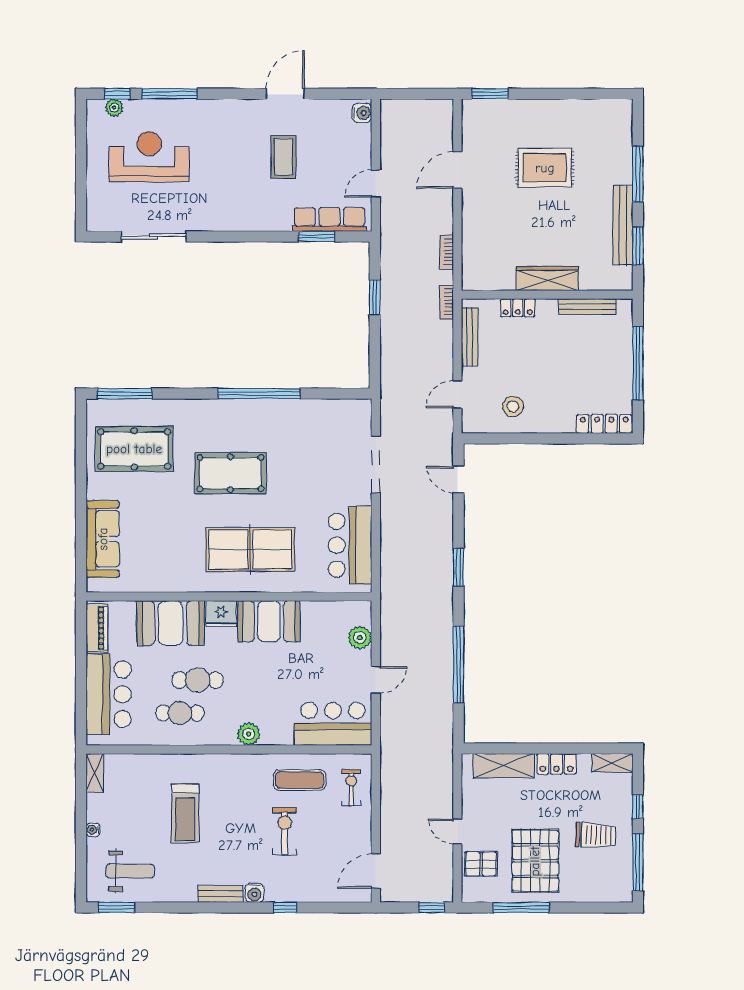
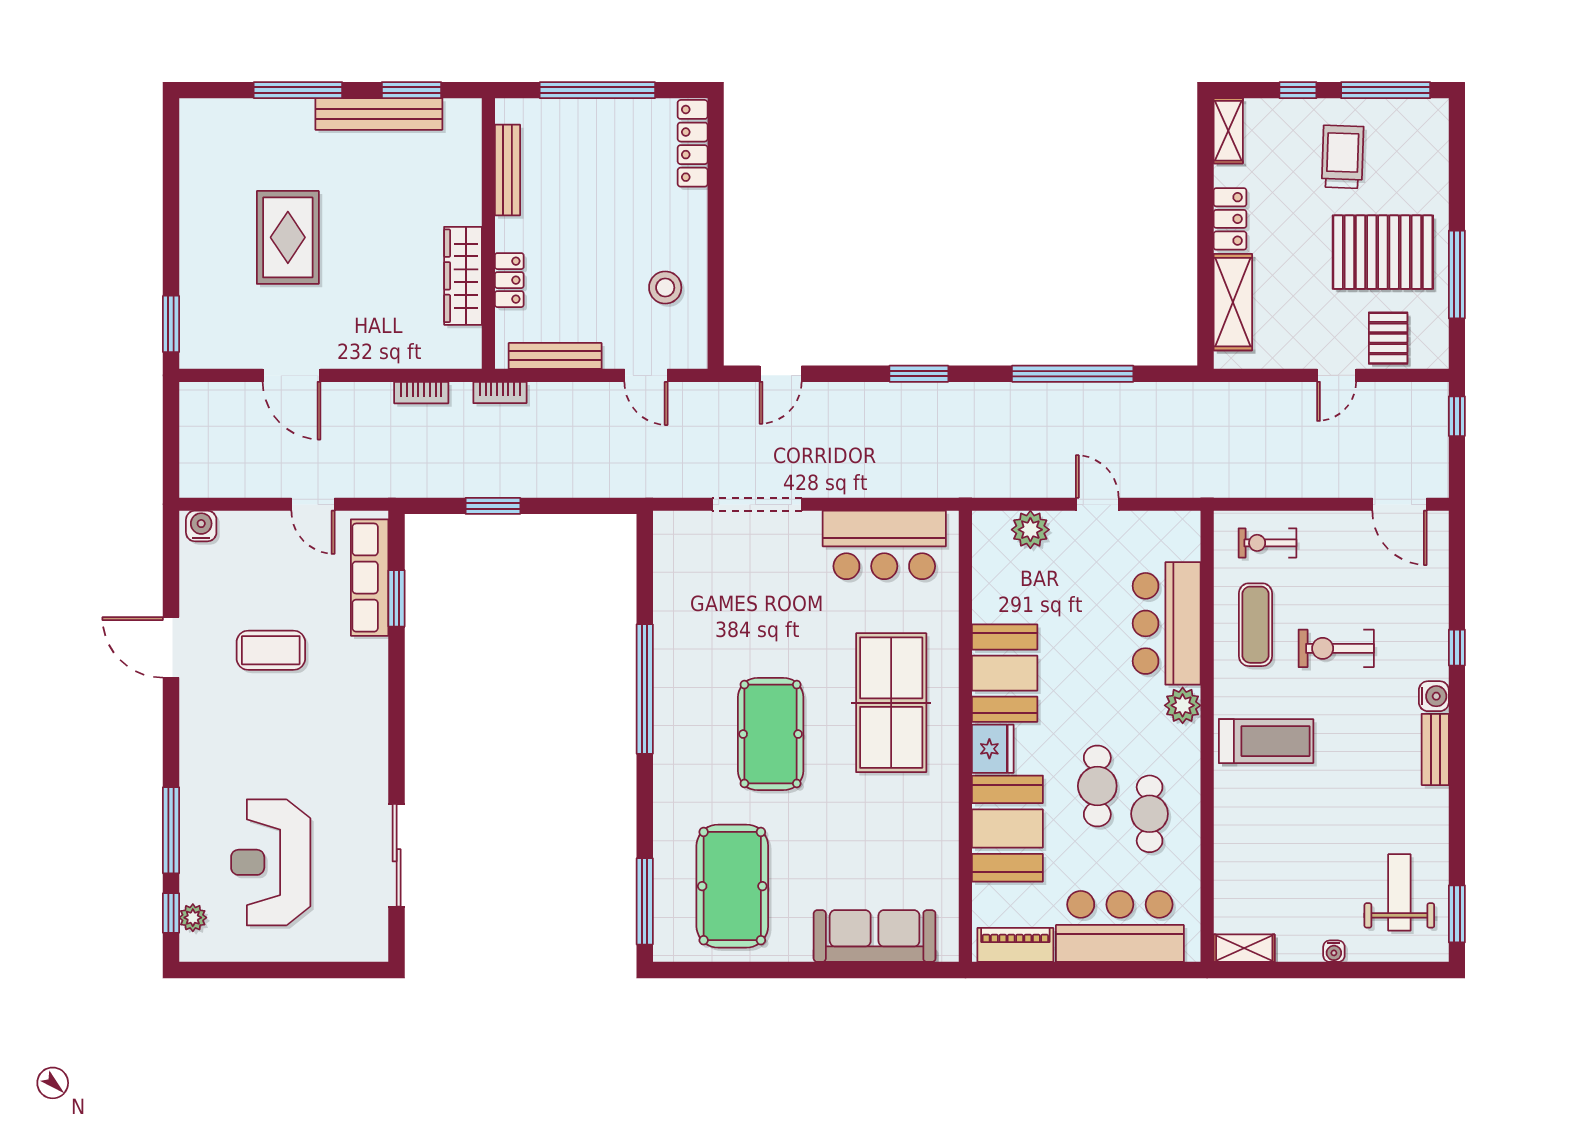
wardrobe: (547, 279) -> (463, 276), moved
bar counter: (333, 724) -> (1167, 623), moved
treadmill: (185, 813) -> (1266, 741), moved

